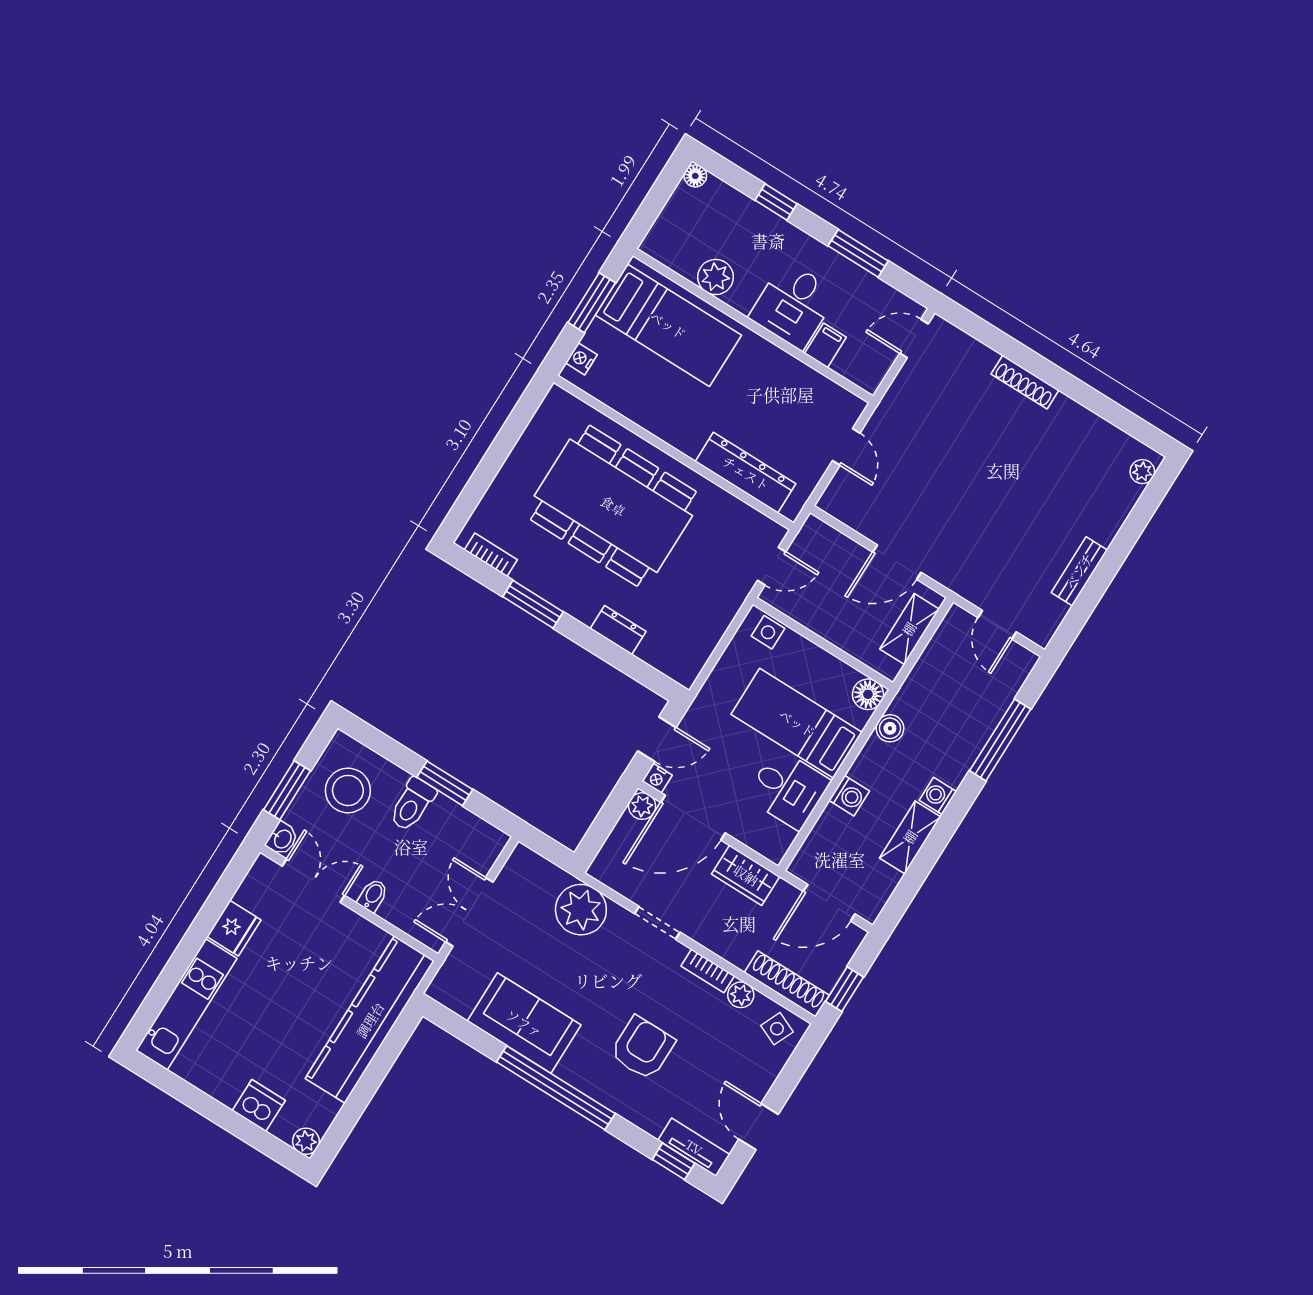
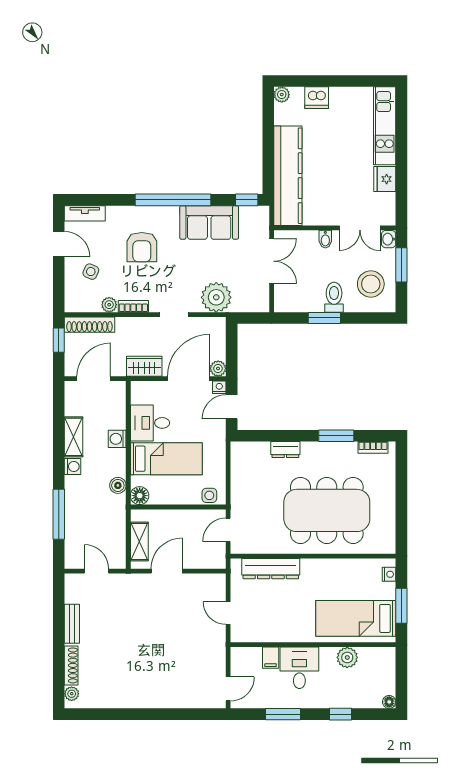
shoe rack: (1025, 382) -> (71, 665), moved, turned 90
side table: (777, 1029) -> (91, 272), moved
window: (674, 1161) -> (247, 200), moved

